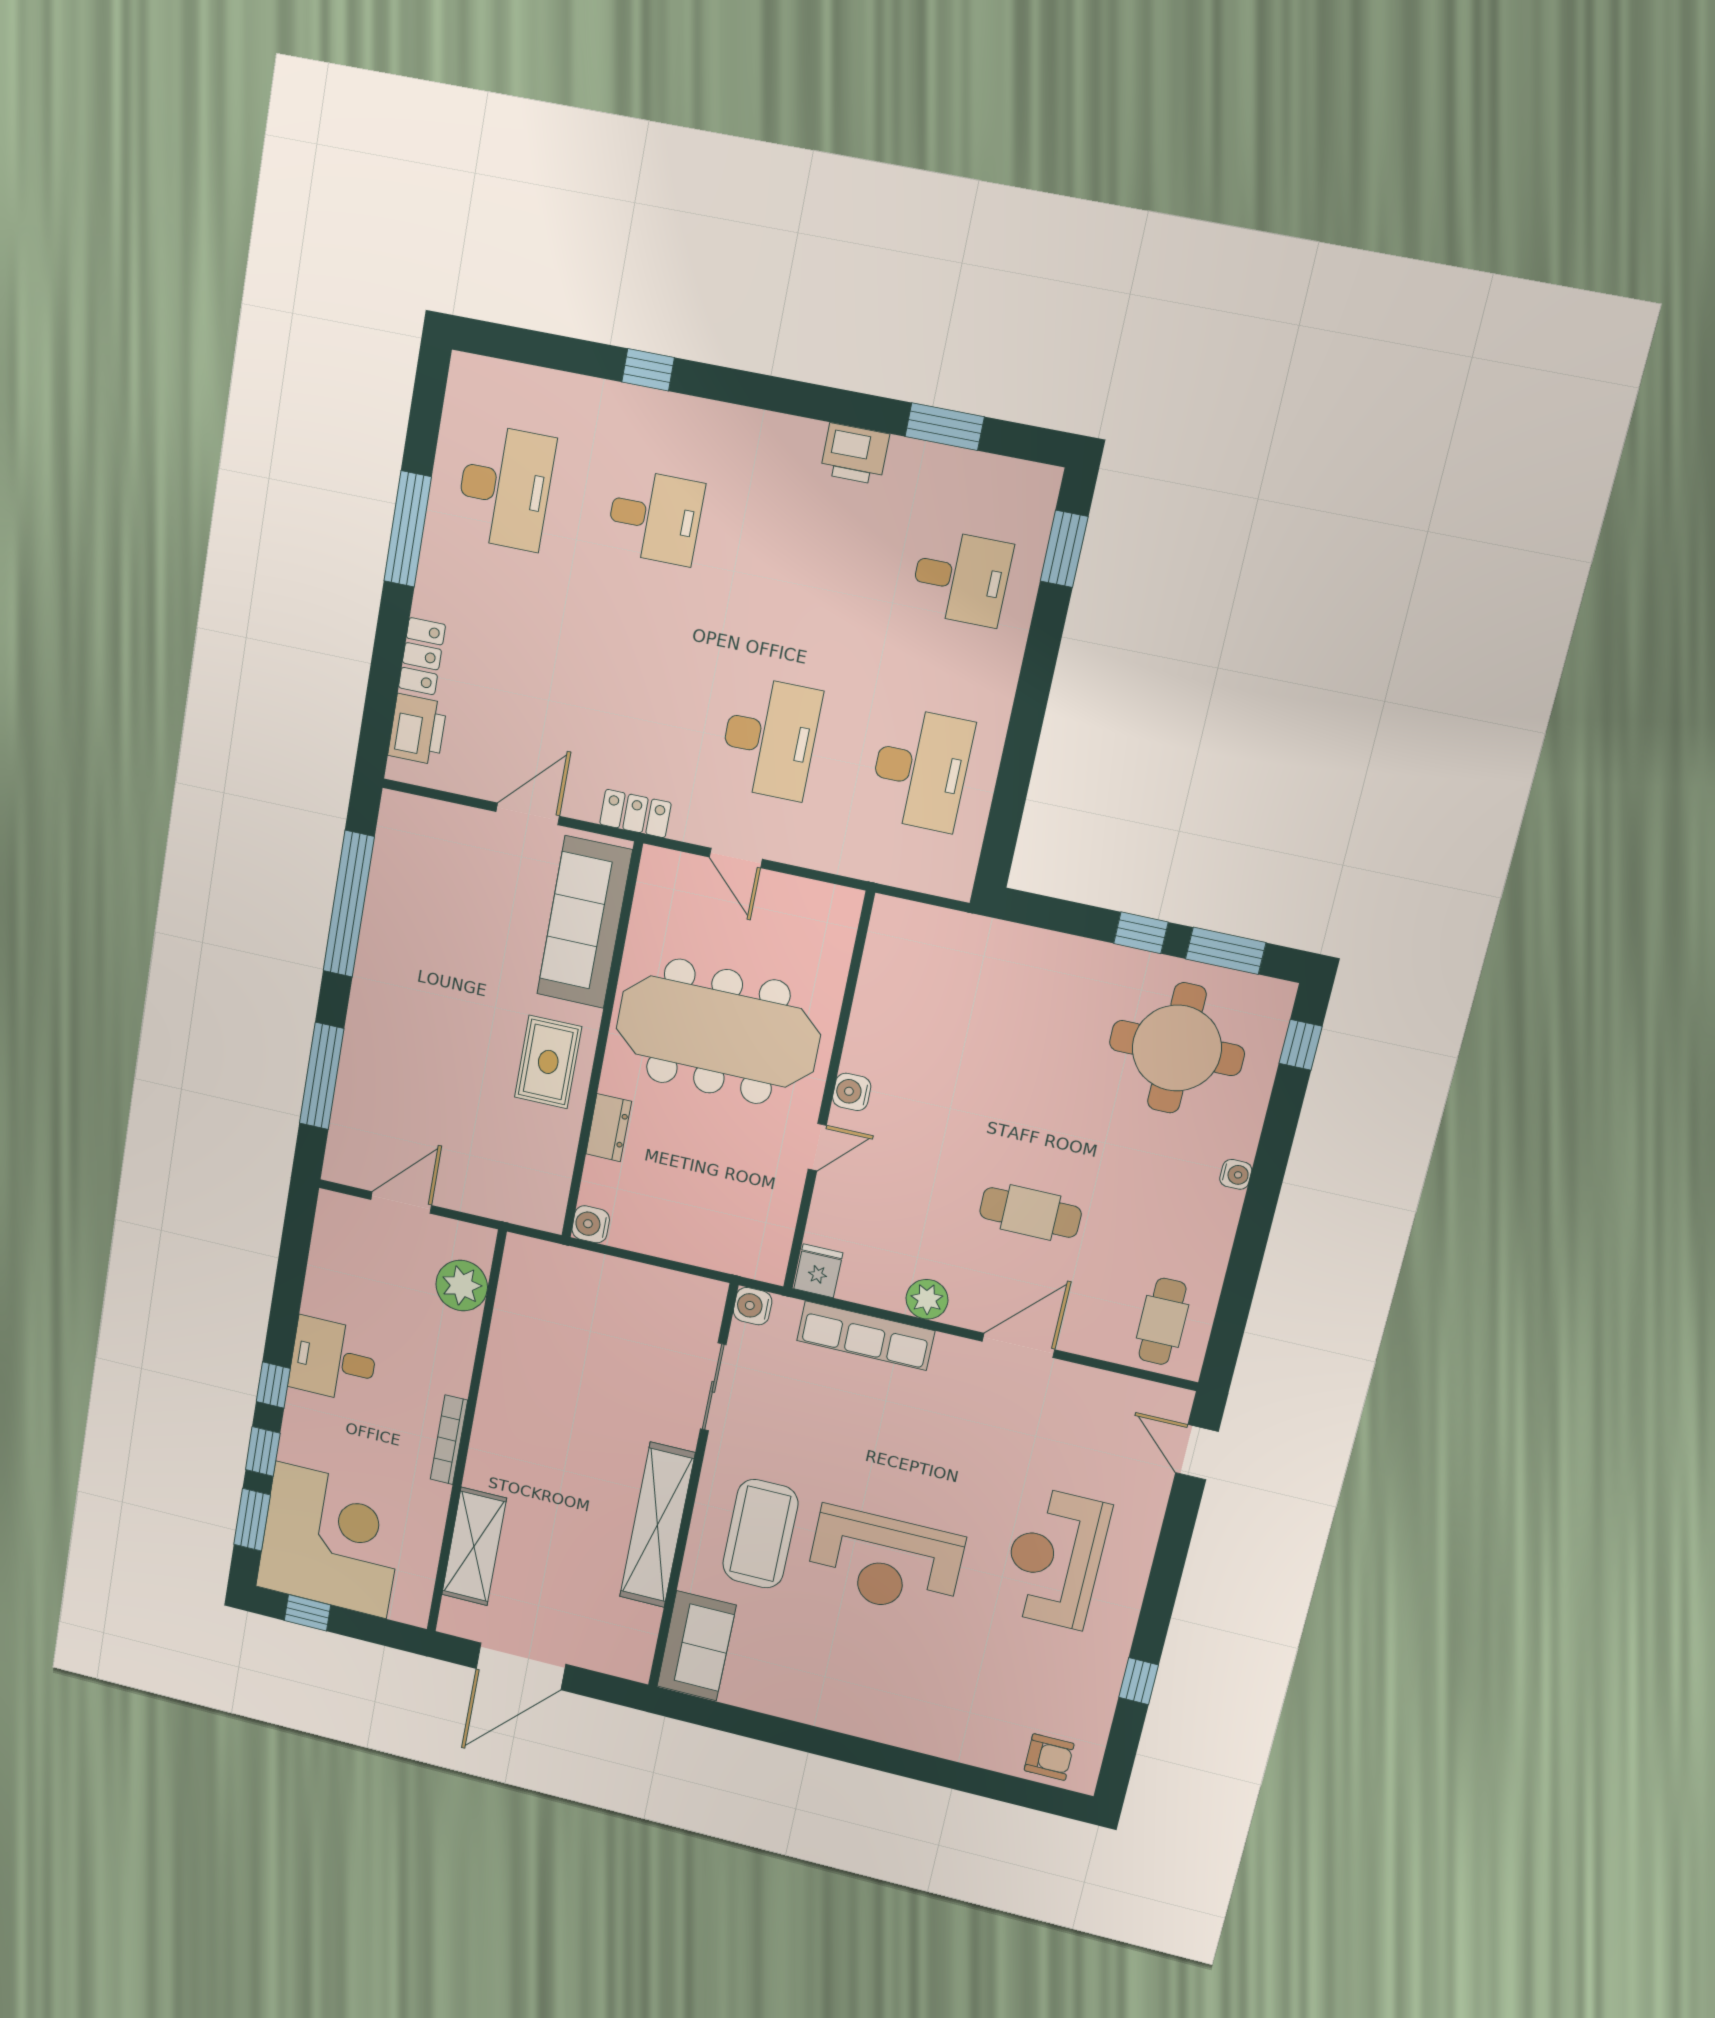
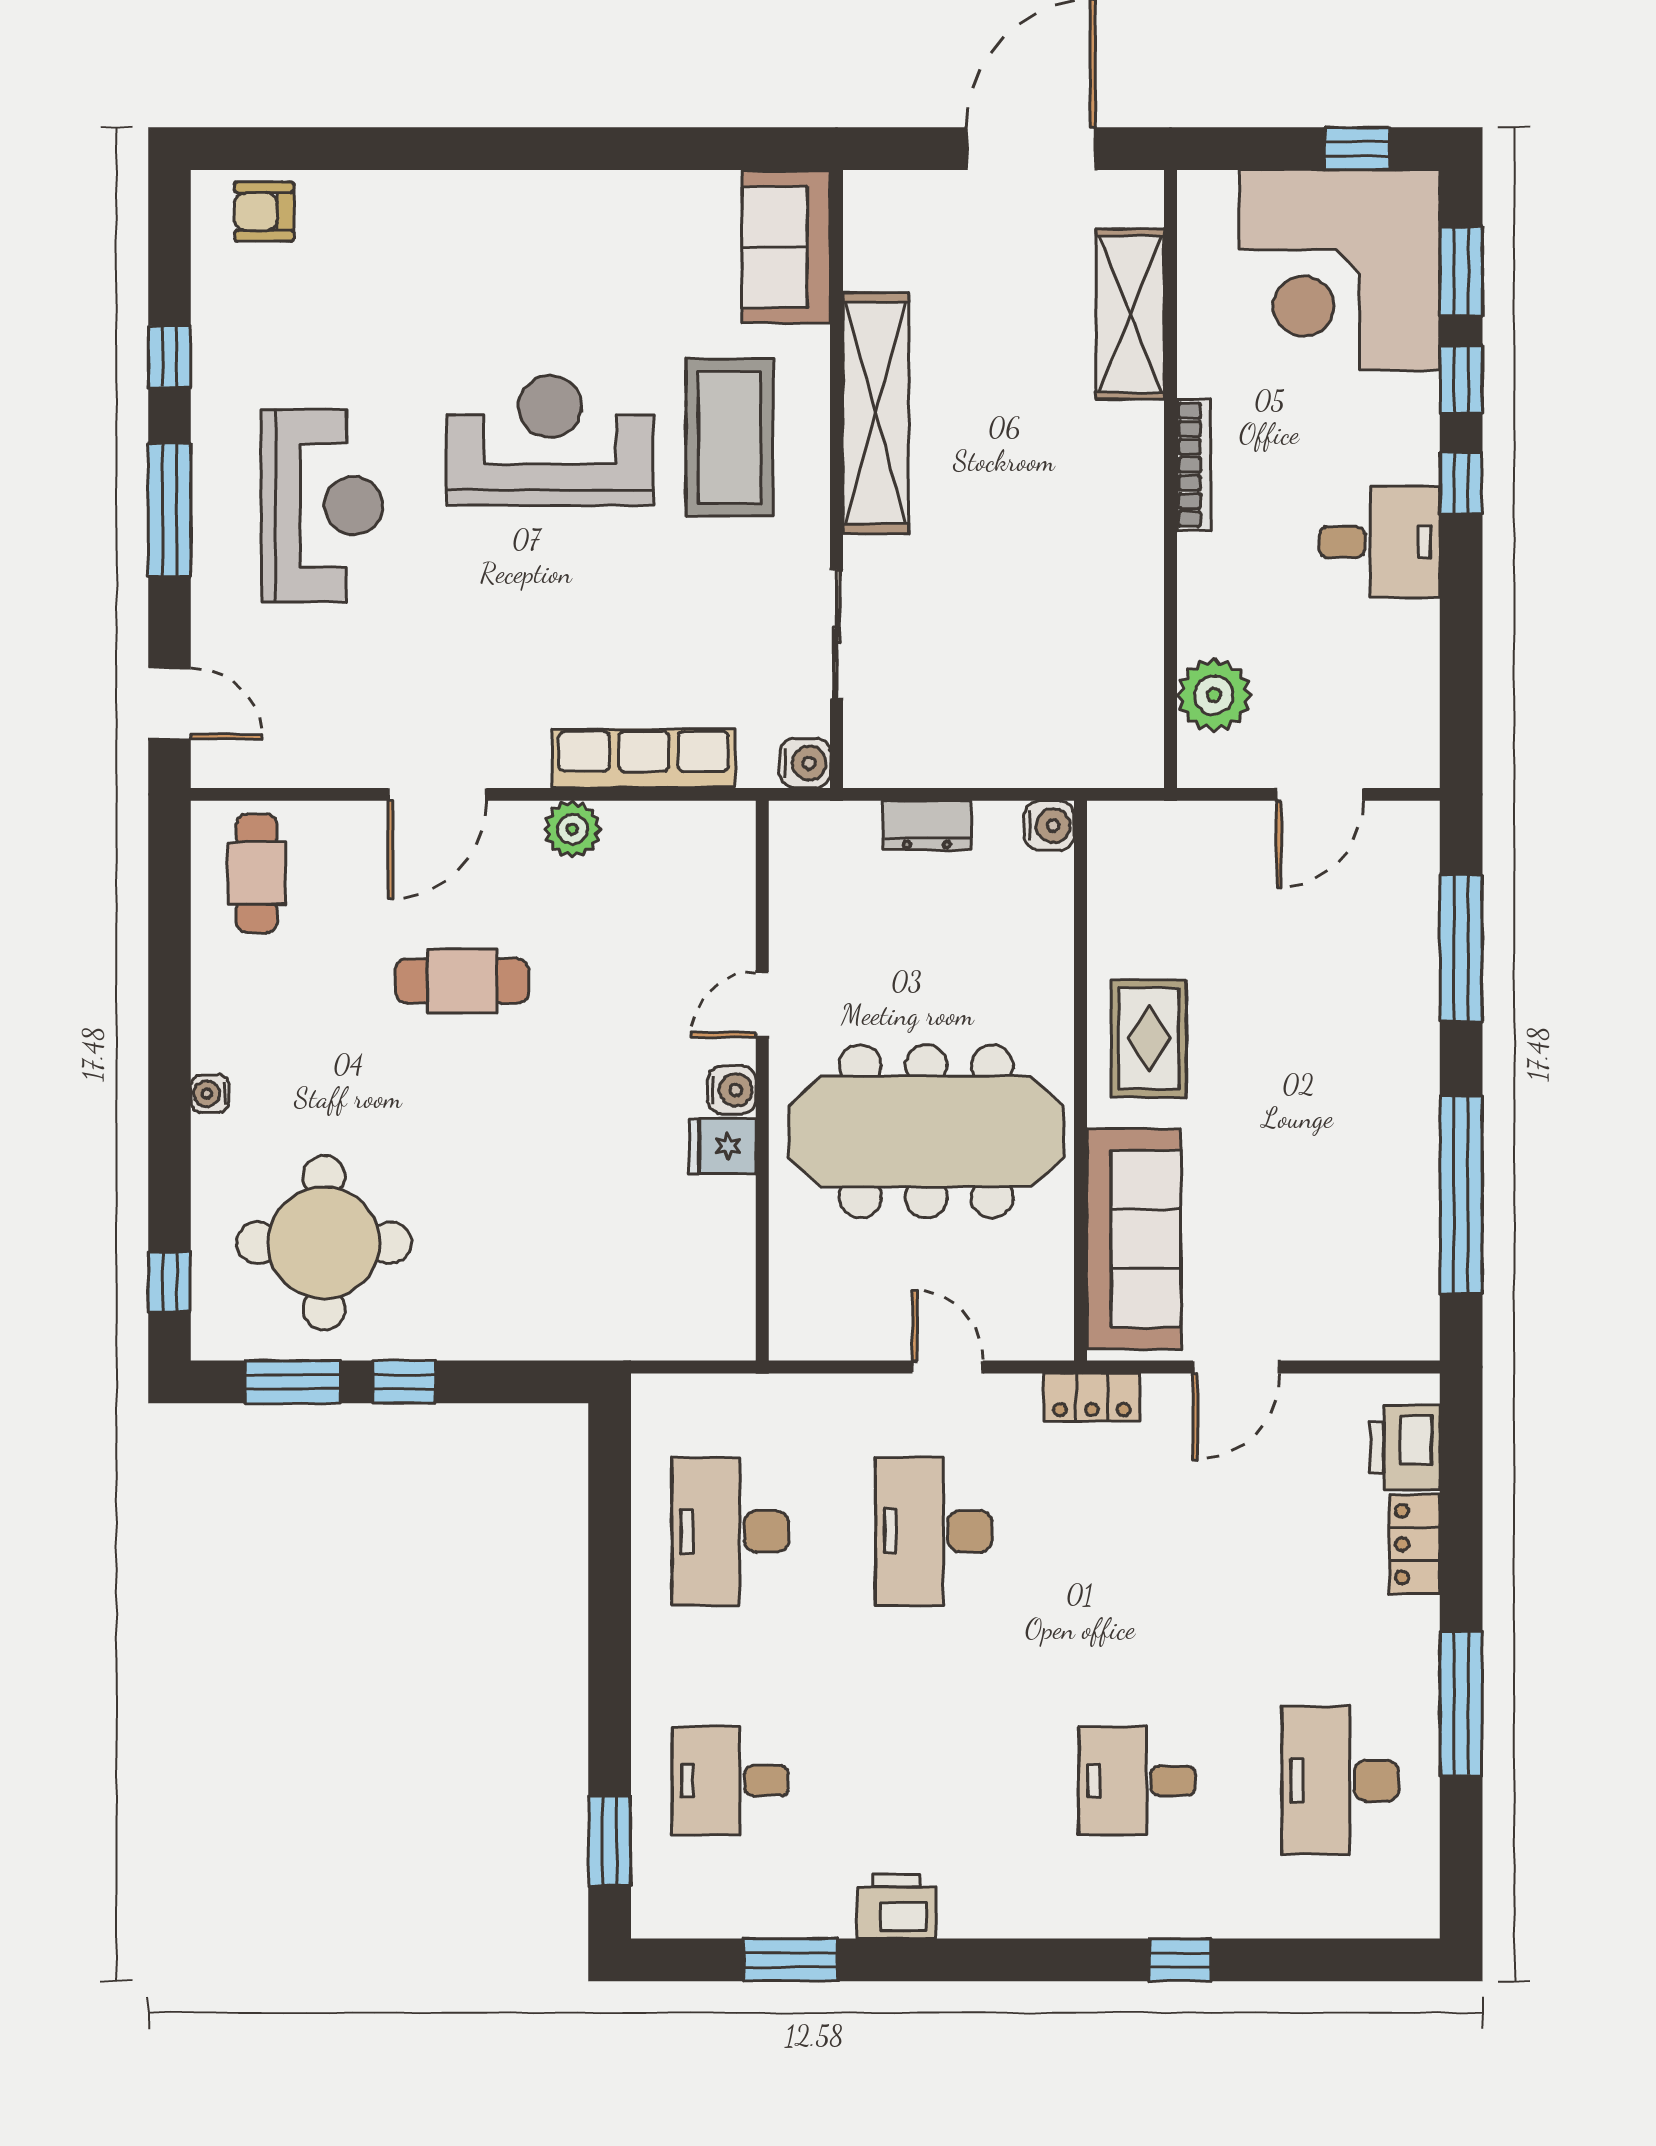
dresser: (609, 1128) -> (927, 825), moved, turned -90
fridge: (818, 1271) -> (723, 1146), moved, turned 90
window: (1164, 1581) -> (169, 510), added

